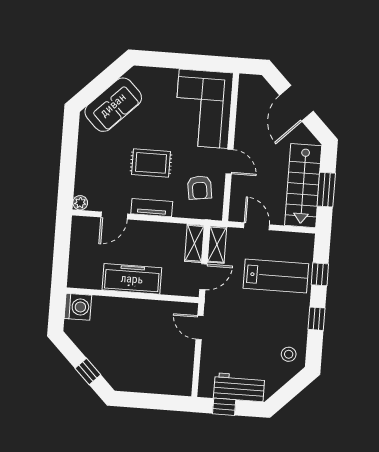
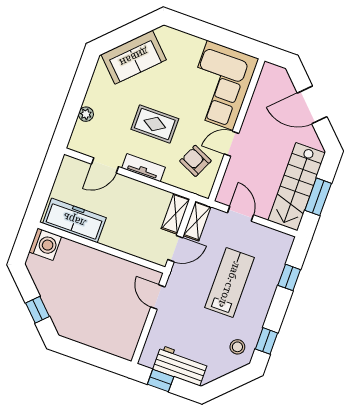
door: (296, 103) -> (312, 105), hinge flipped
door: (230, 162) -> (232, 144), swing flipped
armchair: (200, 188) -> (195, 161), turned 123
plant: (80, 203) -> (86, 114), moved
lab bench: (276, 276) -> (230, 283), moved, turned -90
freezer: (132, 279) -> (74, 220), moved
window: (317, 319) -> (266, 341), moved

